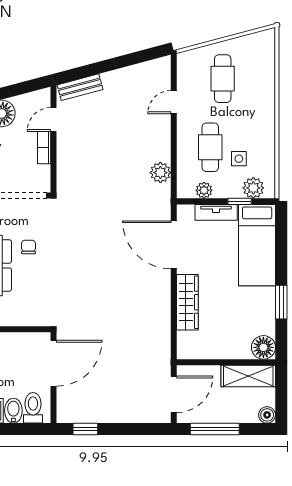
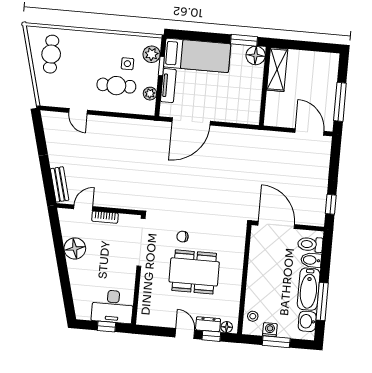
cafe table: (223, 79) -> (51, 54), moved, turned 90
door: (54, 119) -> (83, 208), swing flipped
plant: (160, 173) -> (133, 127), removed
wardrobe: (187, 302) -> (238, 115), removed
floor lamp: (263, 347) -> (256, 55), moved
wall: (226, 362) -> (265, 86), moved
shelving: (248, 376) -> (277, 69), moved
boiler: (267, 415) -> (332, 59), removed

